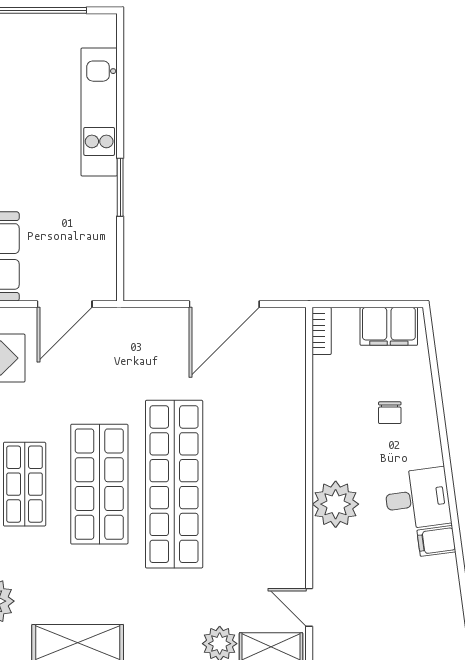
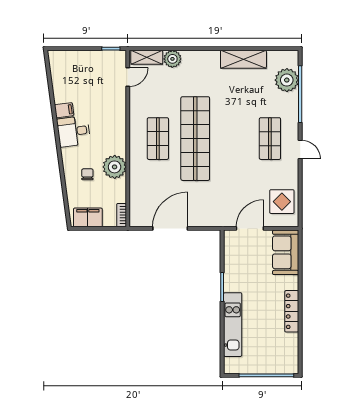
shop shelf: (99, 484) -> (158, 139), moved, width x0.70, depth x0.74
plant: (336, 504) -> (115, 167), moved
door: (309, 607) -> (128, 77), hinge flipped

